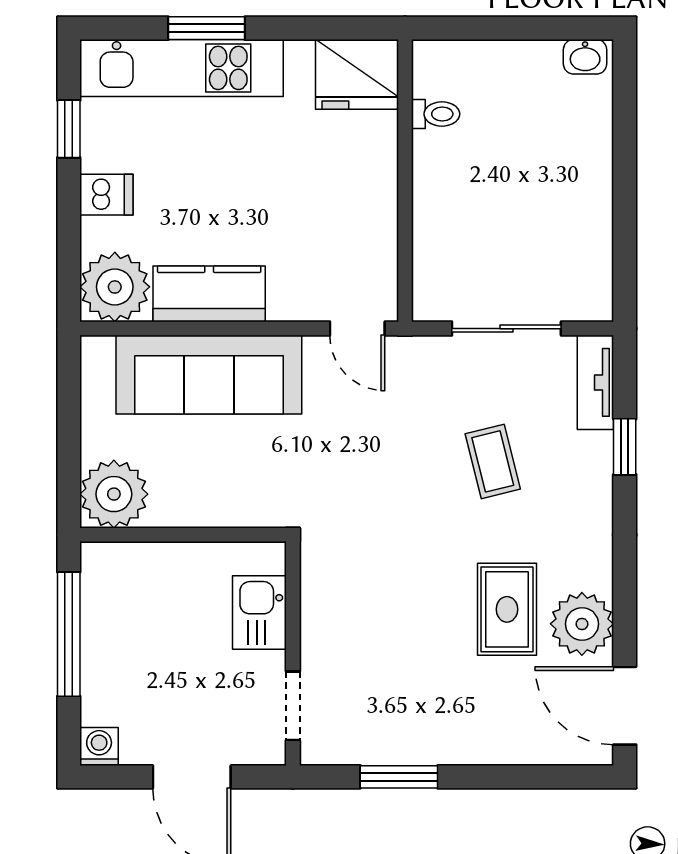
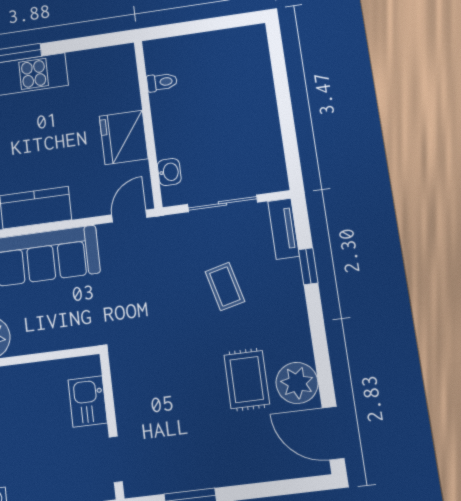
washbasin: (585, 57) -> (169, 172), moved, turned -90
fridge: (357, 74) -> (124, 137), moved, turned 90
door: (357, 329) -> (129, 216), swing flipped

